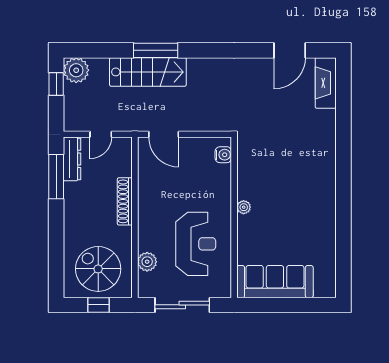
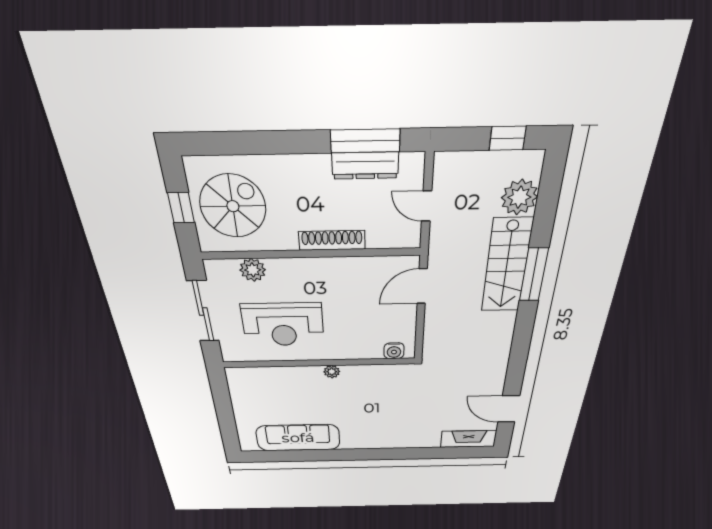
plant: (76, 70) -> (519, 197), moved
dresser: (72, 159) -> (365, 166), moved
sofa: (275, 282) -> (298, 438), moved, turned -90

